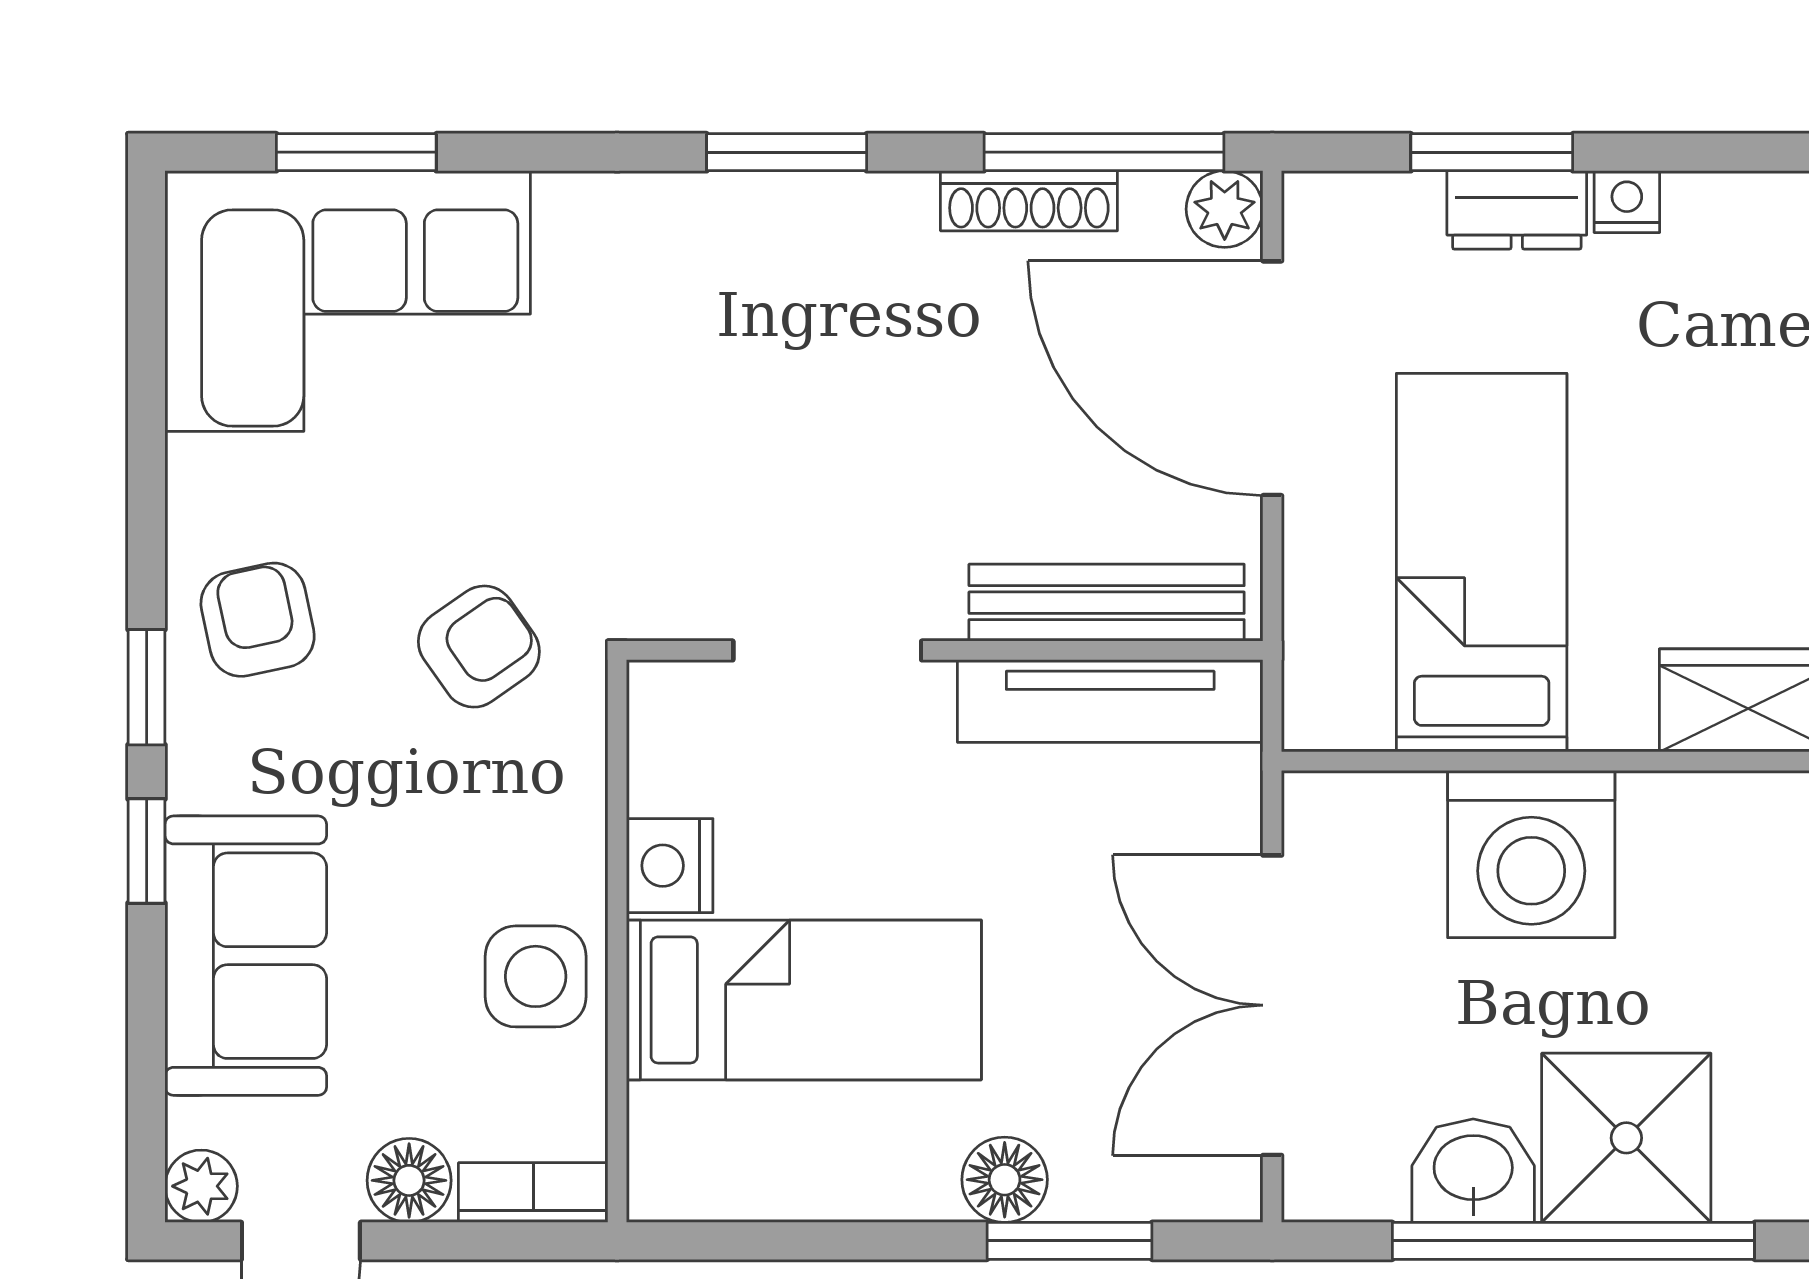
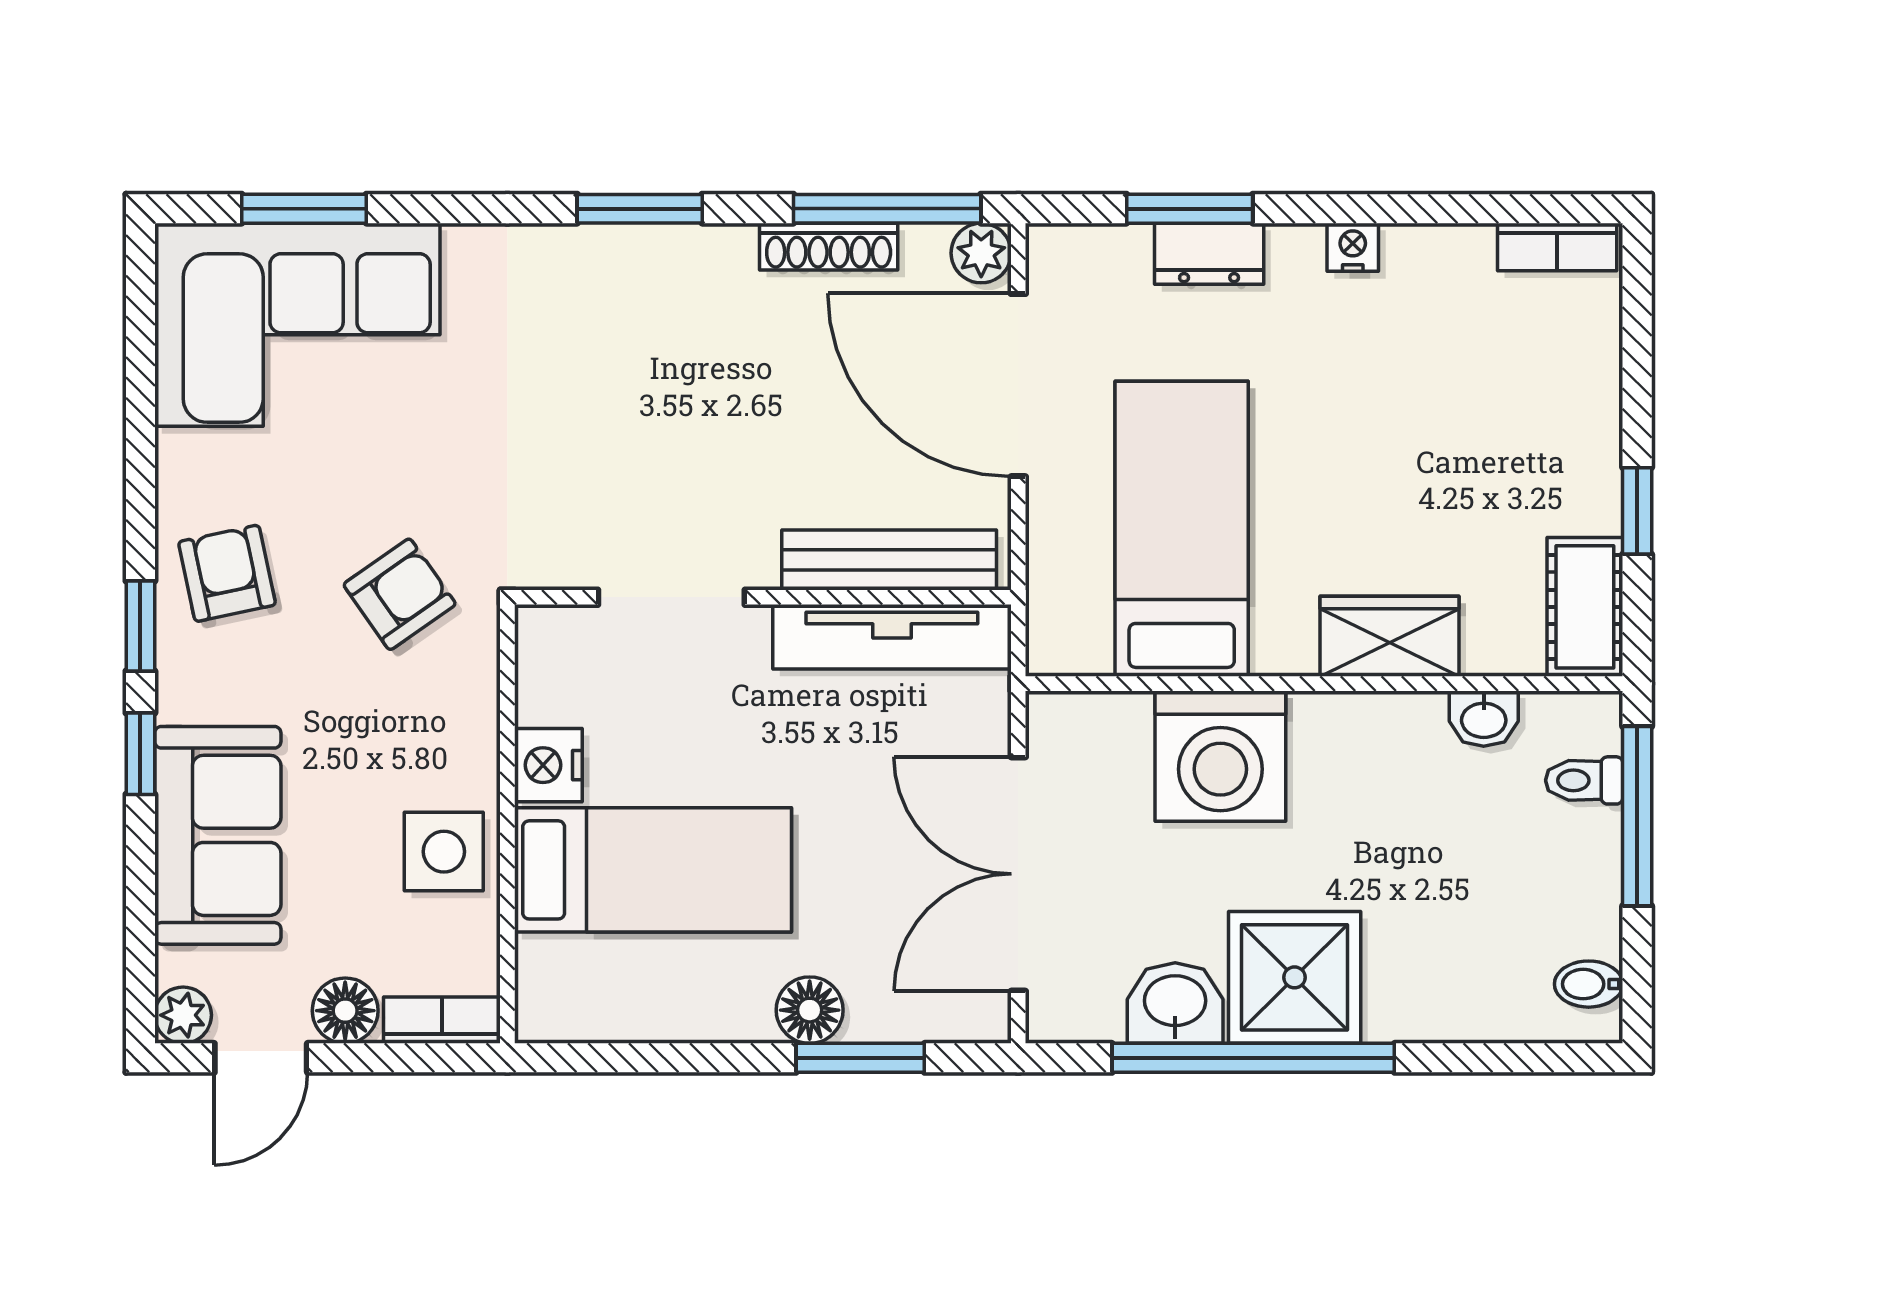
nightstand: (1627, 202) -> (1353, 247), moved

